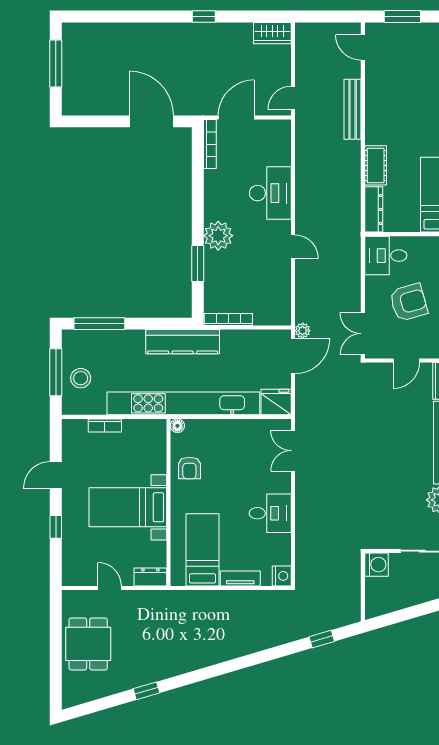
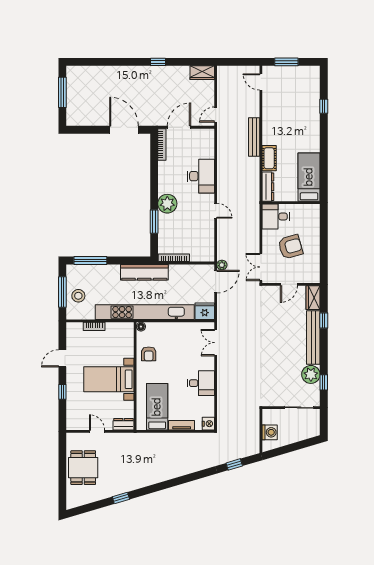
bench: (353, 109) -> (254, 137), moved
washing machine: (377, 565) -> (270, 432), moved

